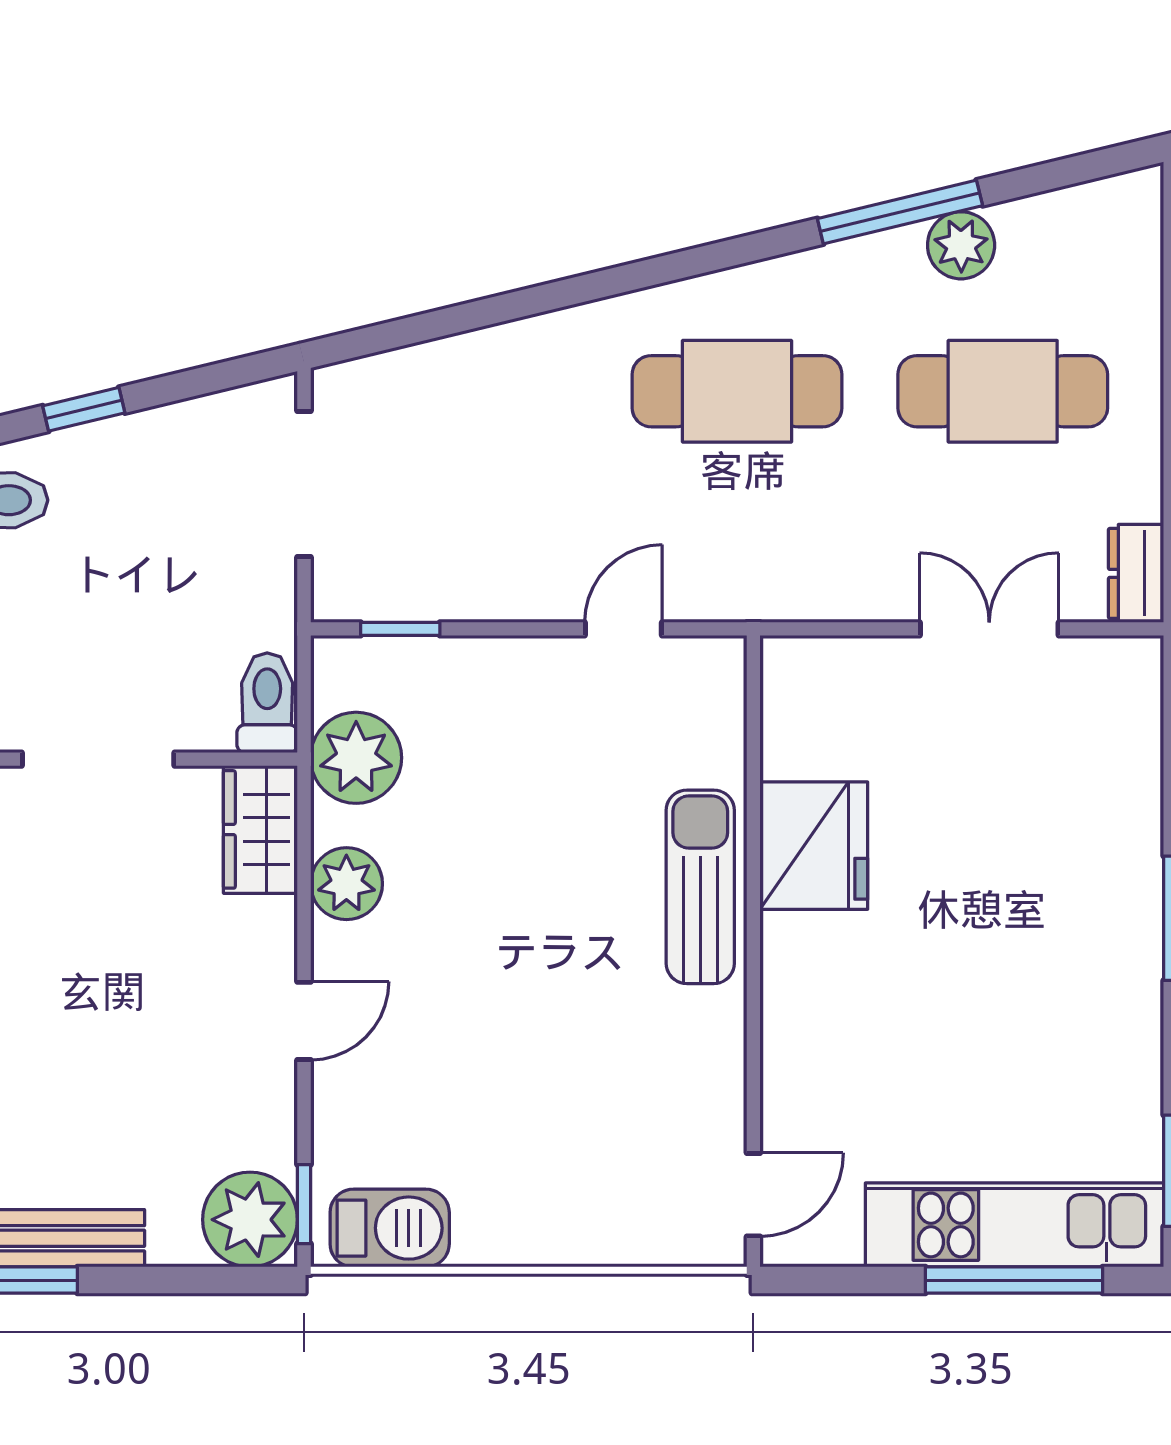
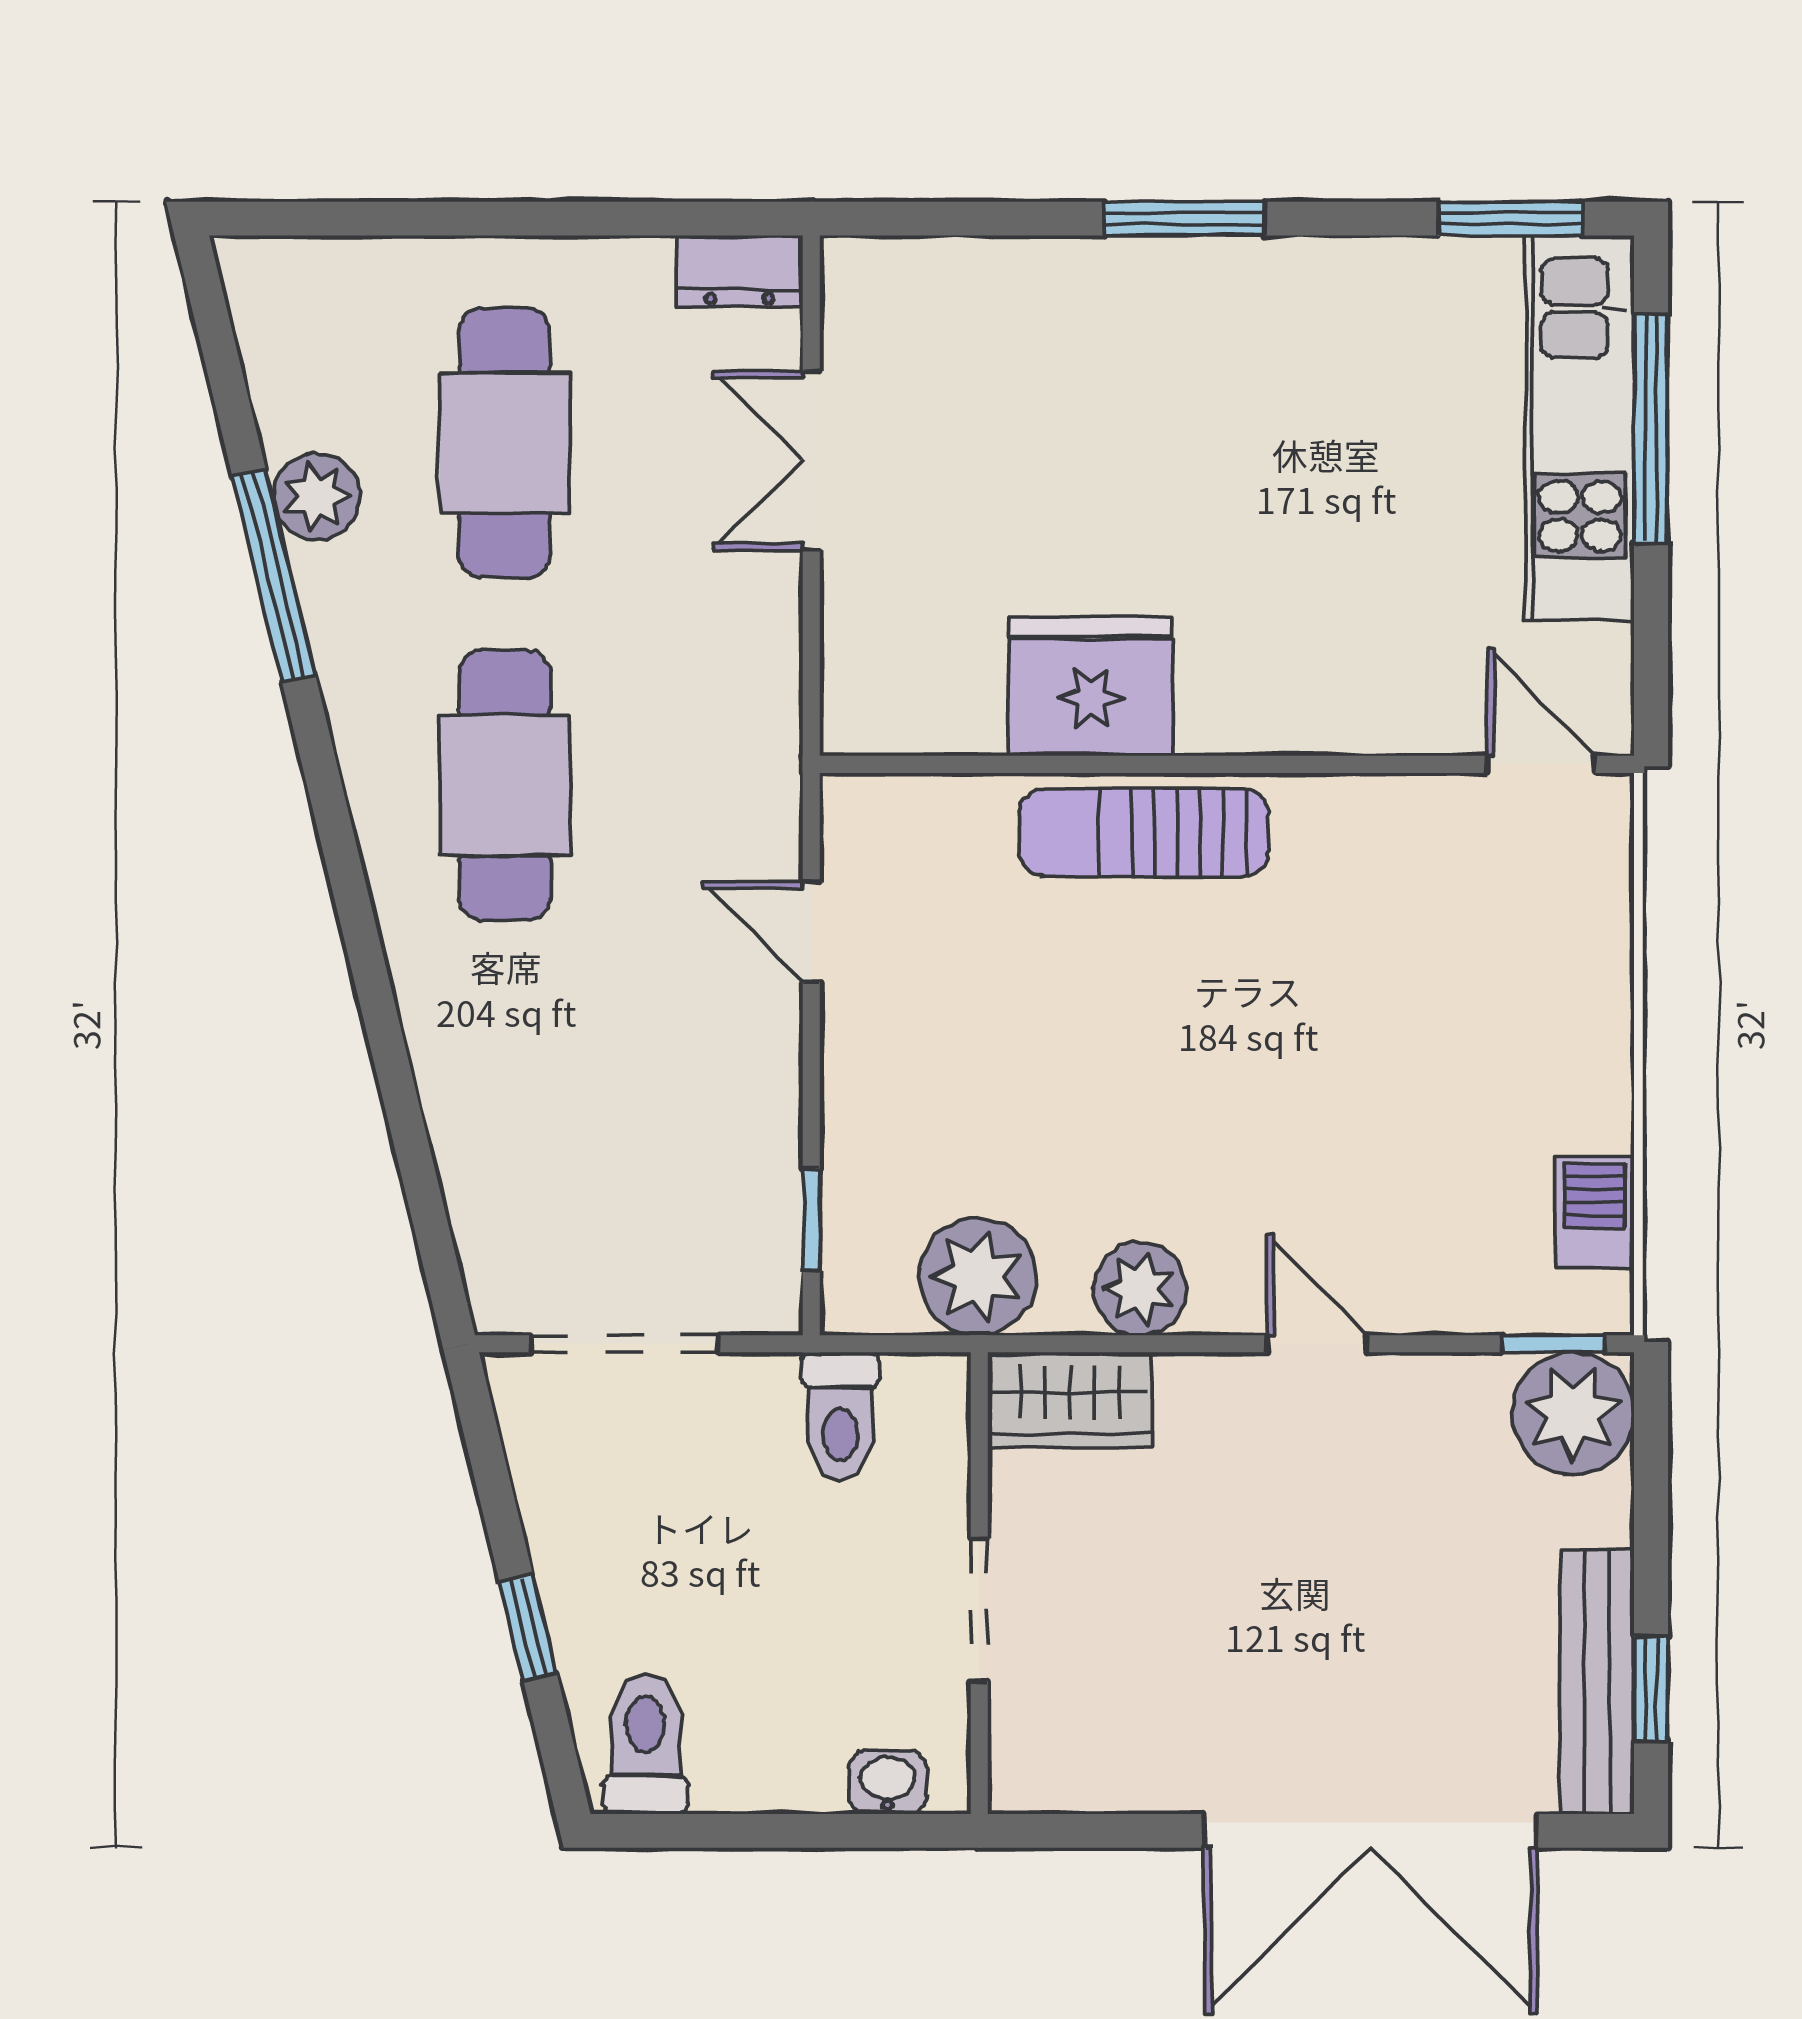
toilet: (267, 703) -> (840, 1416), moved, turned -90
doorway: (98, 759) -> (979, 1609), width x0.73
barbecue: (390, 1228) -> (1595, 1212), width x0.73, depth x0.79

